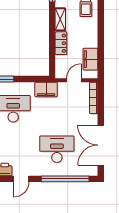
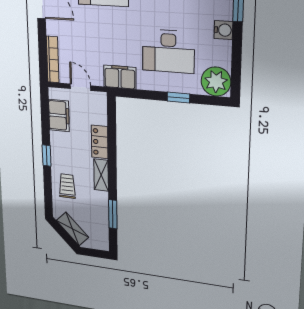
window: (101, 29) -> (47, 156), added
door: (74, 80) -> (80, 87), swing flipped

